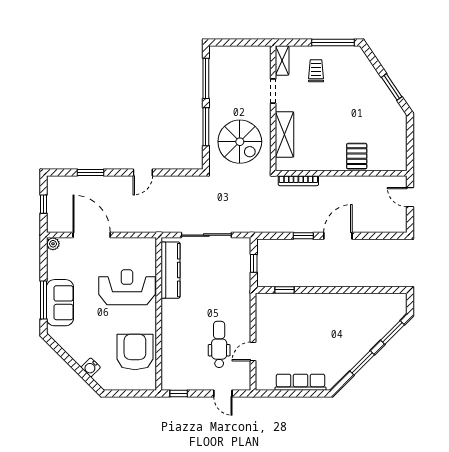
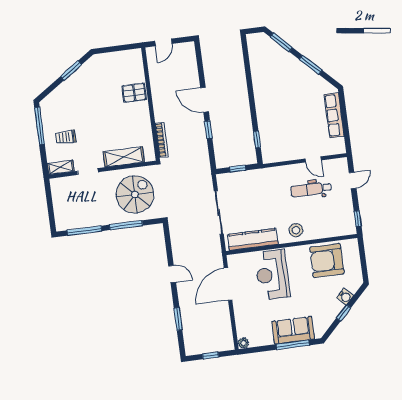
door: (92, 235) -> (228, 284), moved
stool: (174, 321) -> (296, 230), added
window: (72, 363) -> (344, 313), added

